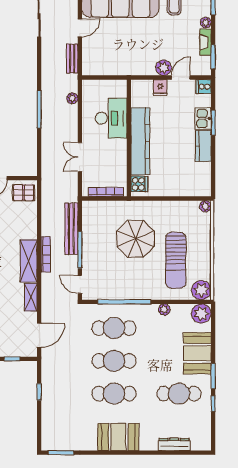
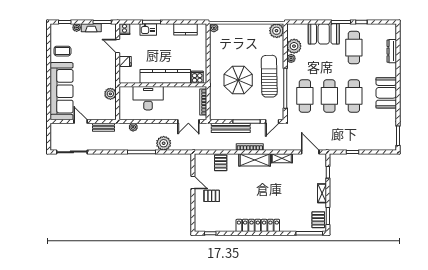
plant: (164, 68) -> (110, 94), moved
plant: (51, 139) -> (164, 143), added
kitchen counter: (203, 146) -> (186, 29), moved
double door: (80, 157) -> (188, 122), moved
pallet: (24, 193) -> (221, 163), moved
sun lounger: (176, 260) -> (269, 76), moved, turned -91
plant: (201, 314) -> (294, 46), moved

